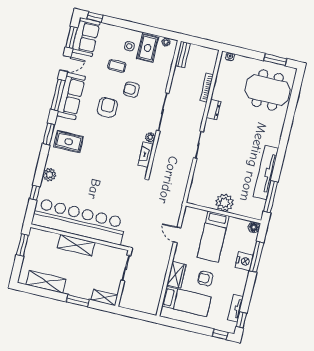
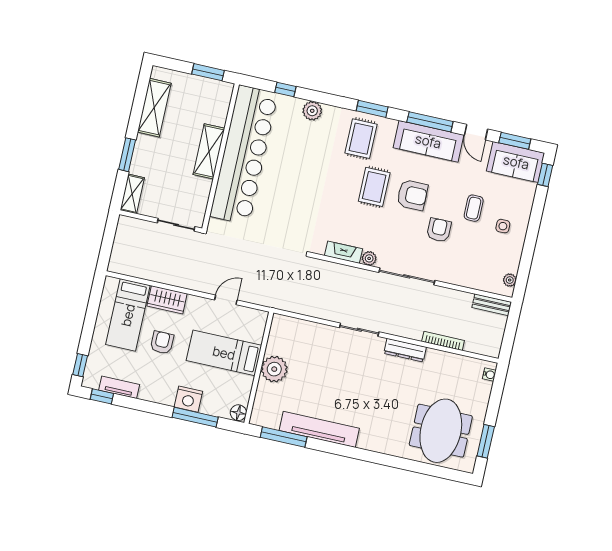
rug: (148, 48) -> (374, 187), moved, turned 90
dresser: (214, 110) -> (405, 350), width x1.44

